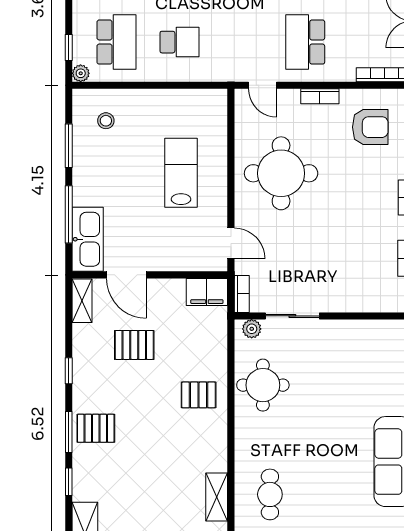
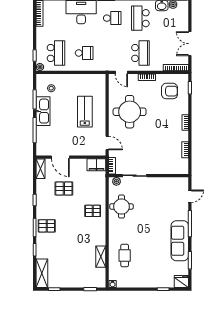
school desk: (305, 42) -> (140, 53), turned 180
kitchen sink: (88, 239) -> (43, 111), moved

